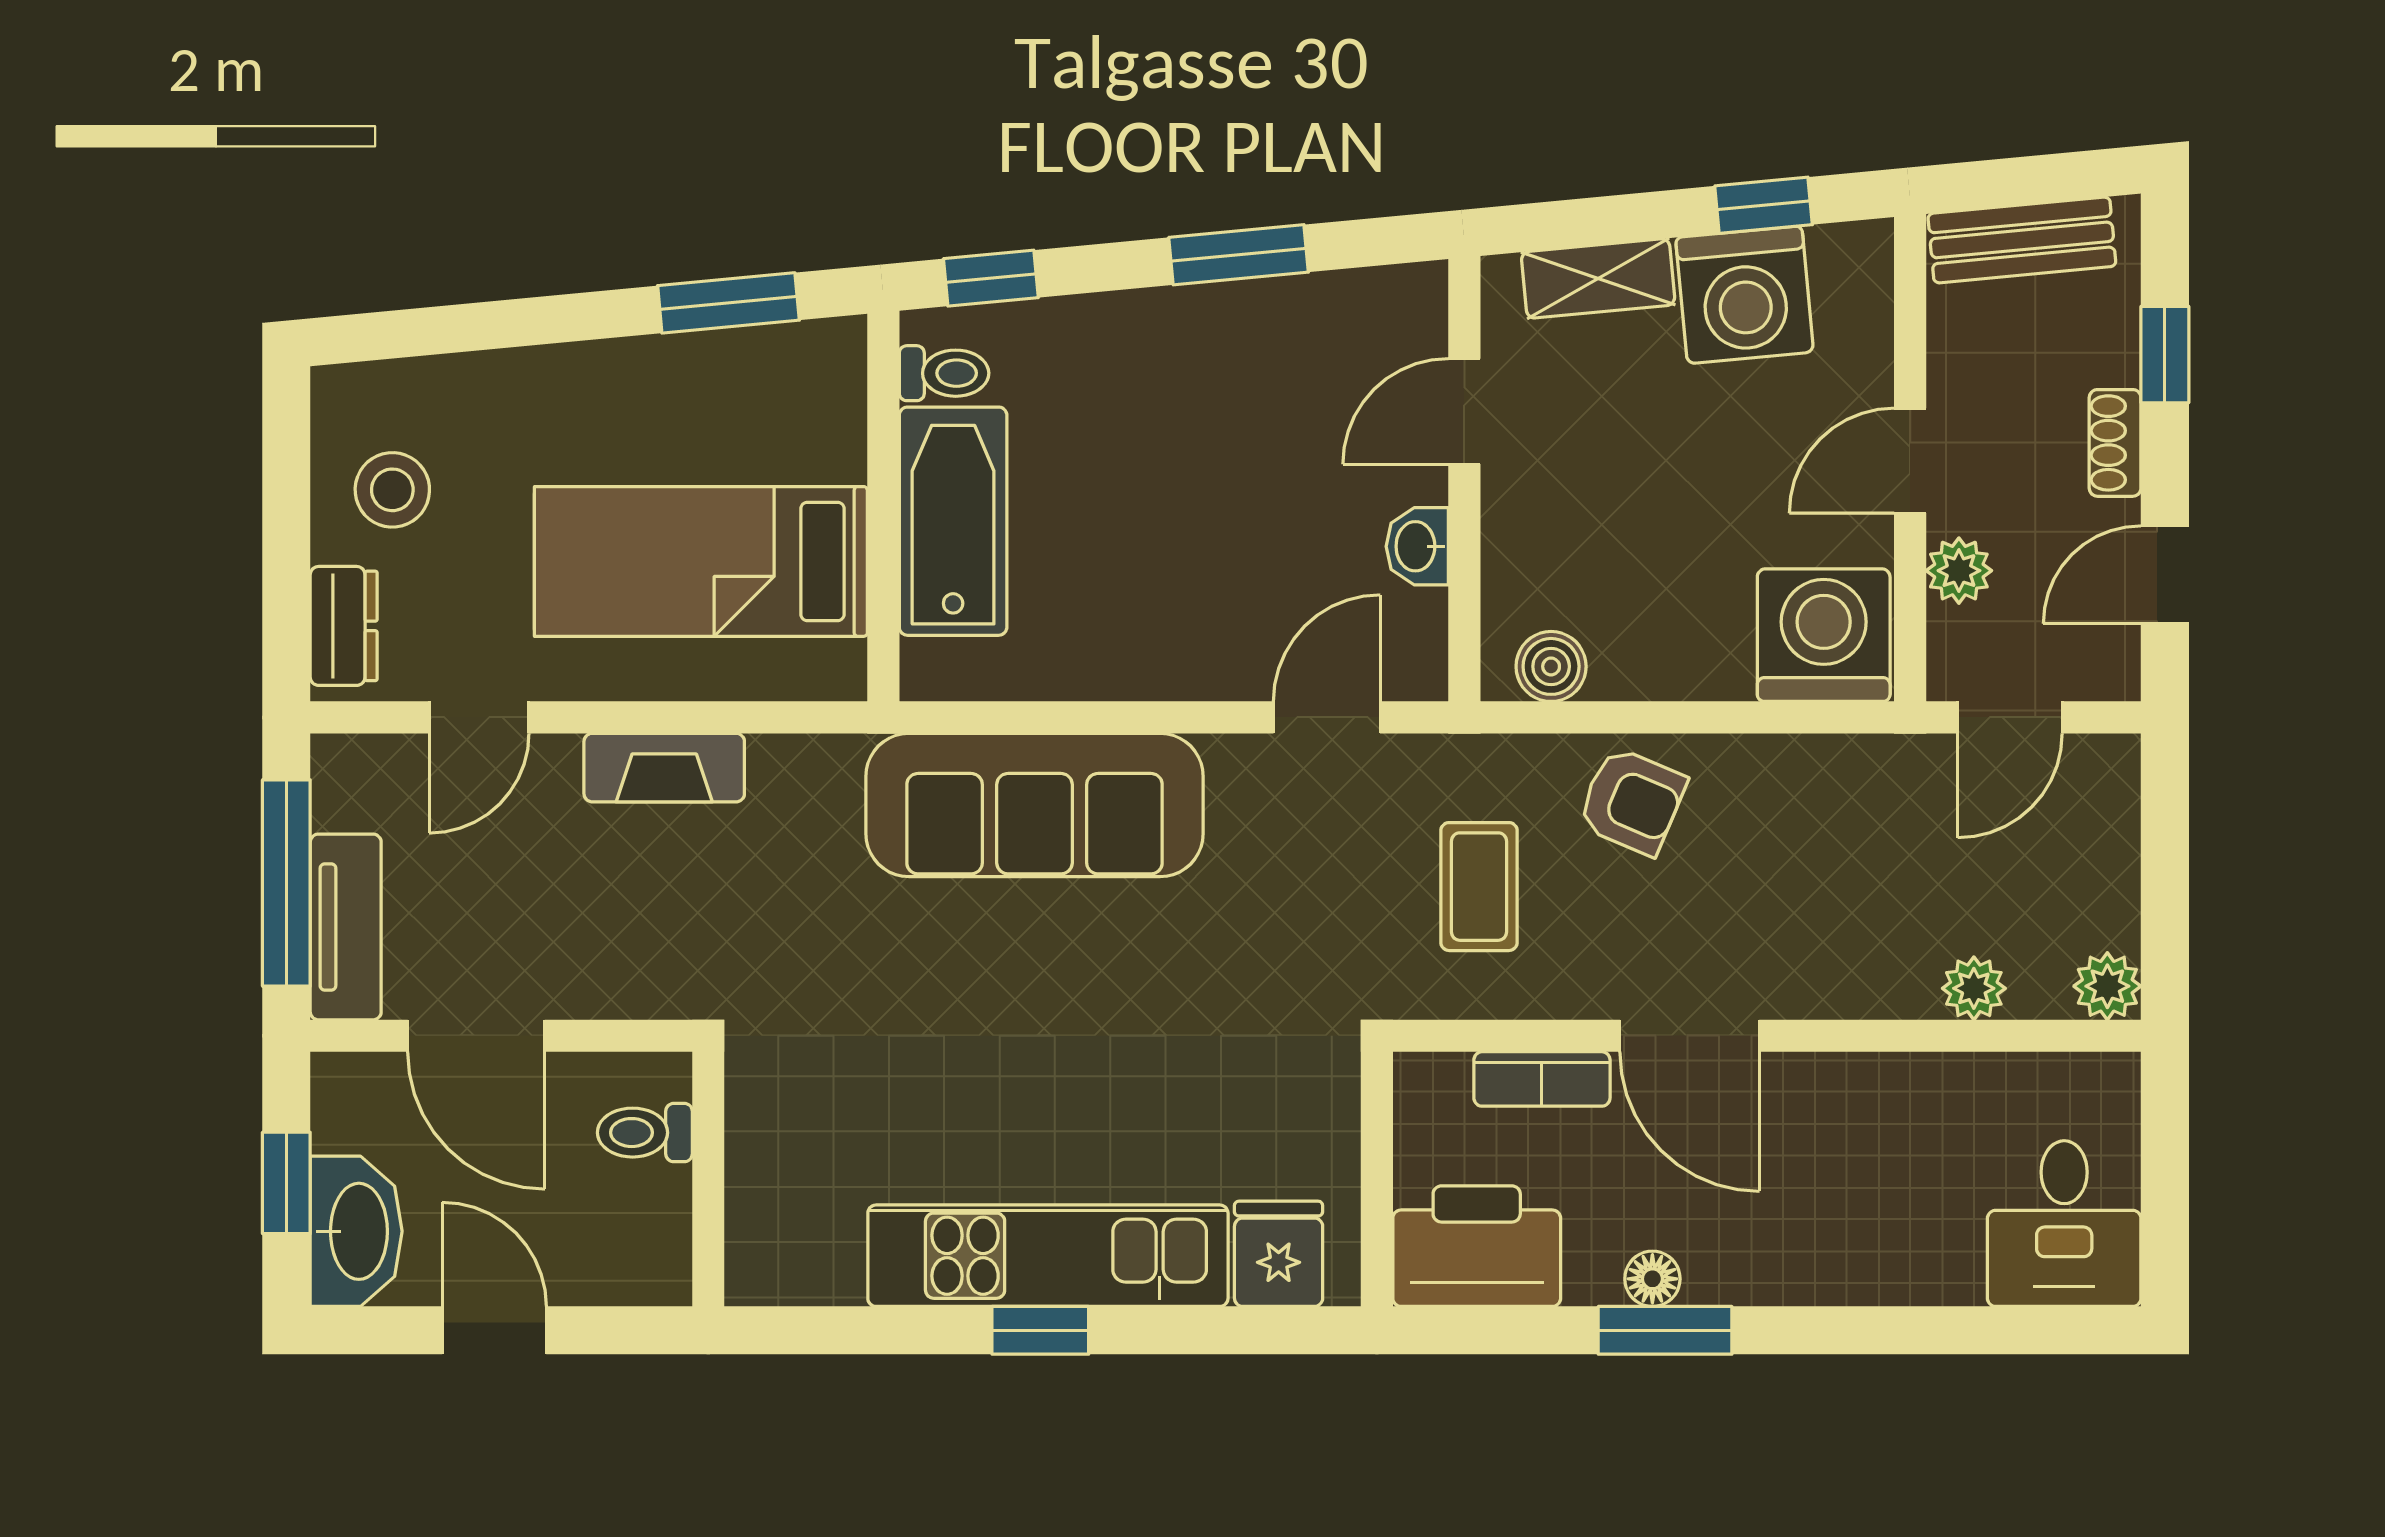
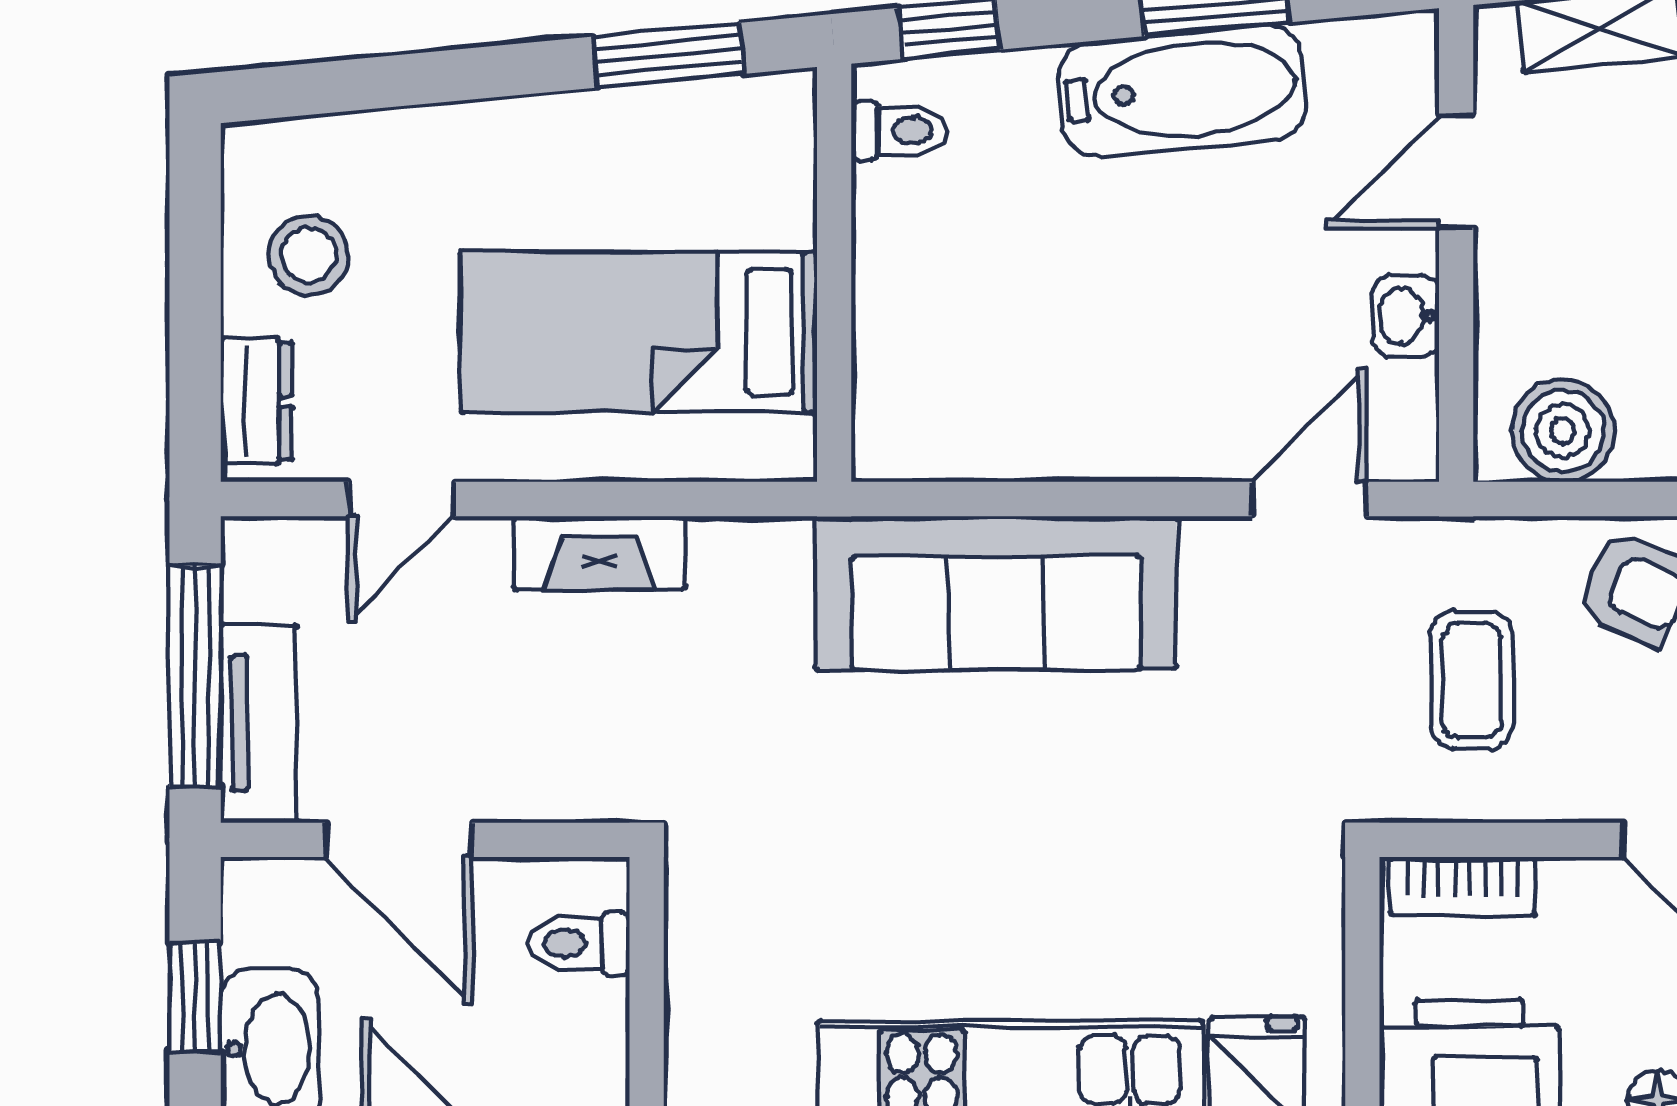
bathtub: (953, 521) -> (1182, 90), moved, turned 85
boiler: (1551, 666) -> (1563, 431), width x1.36, depth x1.36
bookcase: (1542, 1079) -> (1462, 886), moved

